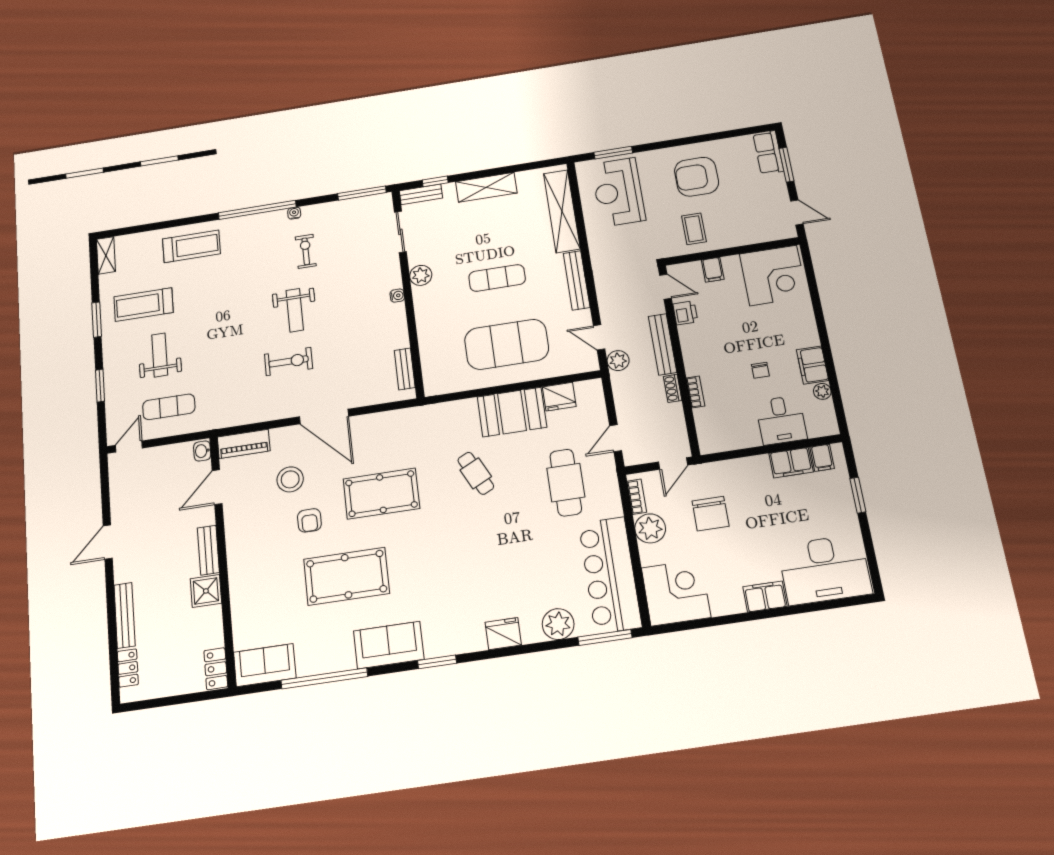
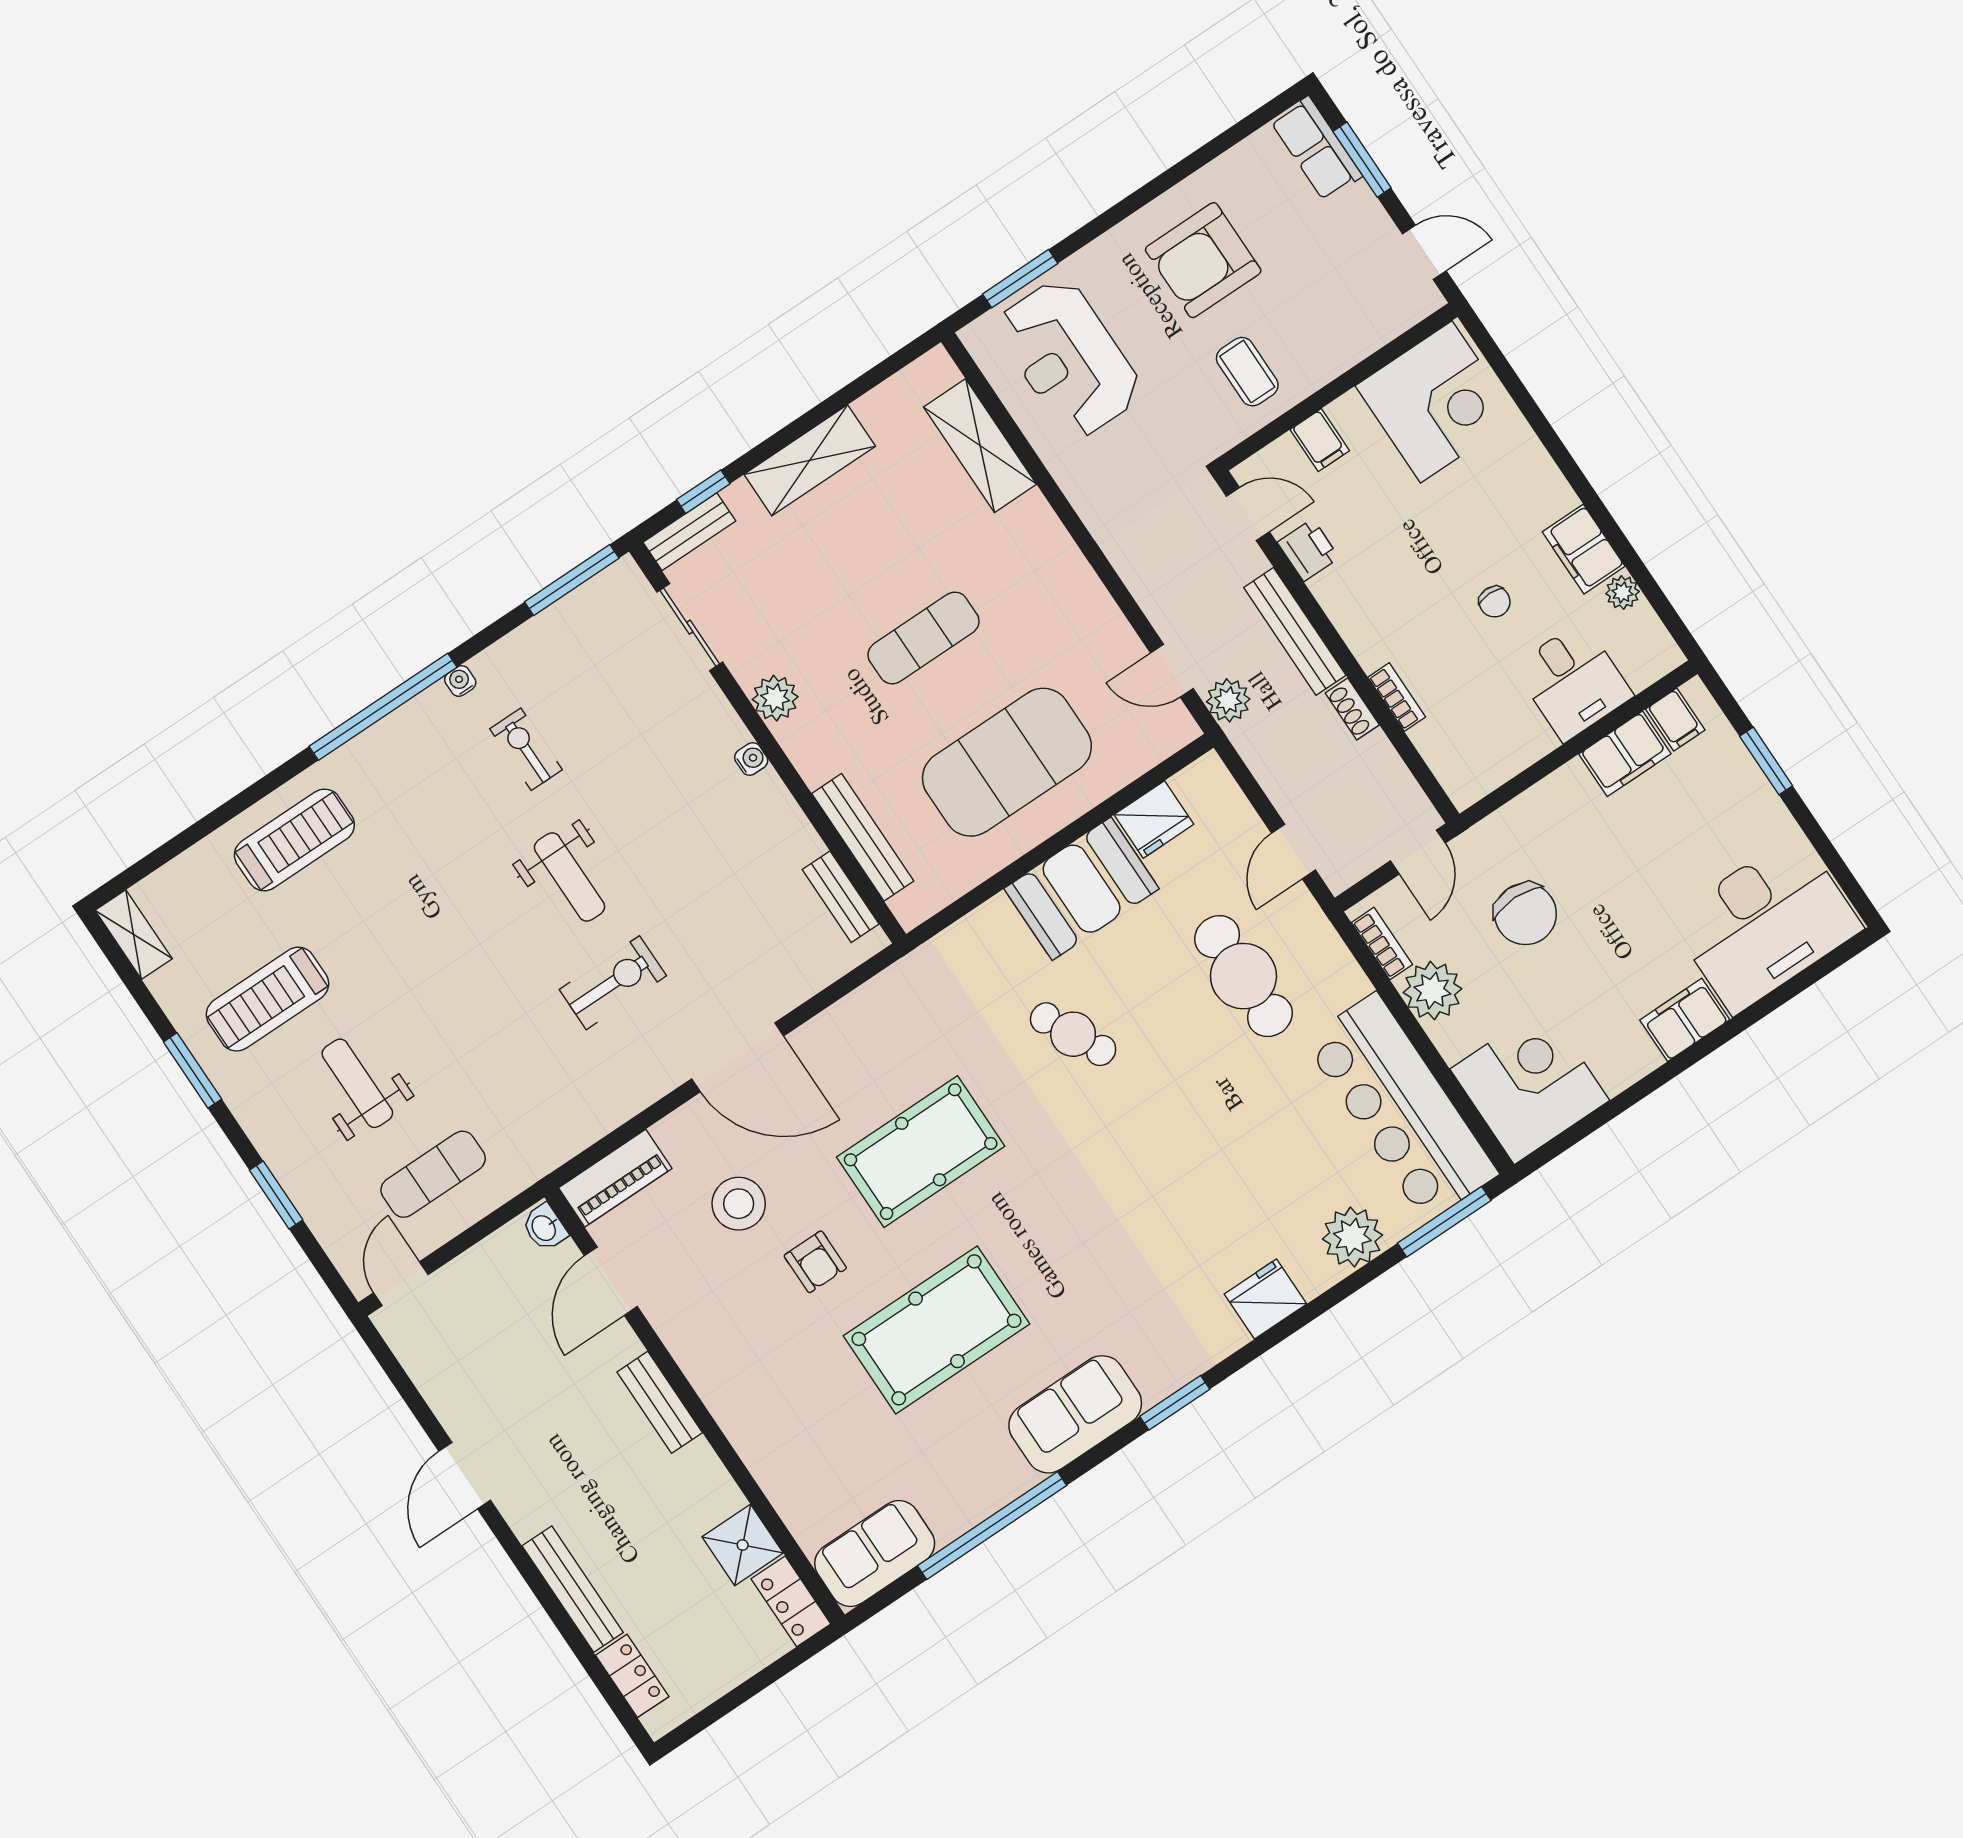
shelving: (562, 211) -> (980, 446), width x0.68
bench: (577, 280) -> (863, 837), moved
shower: (206, 591) -> (743, 1545), moved

